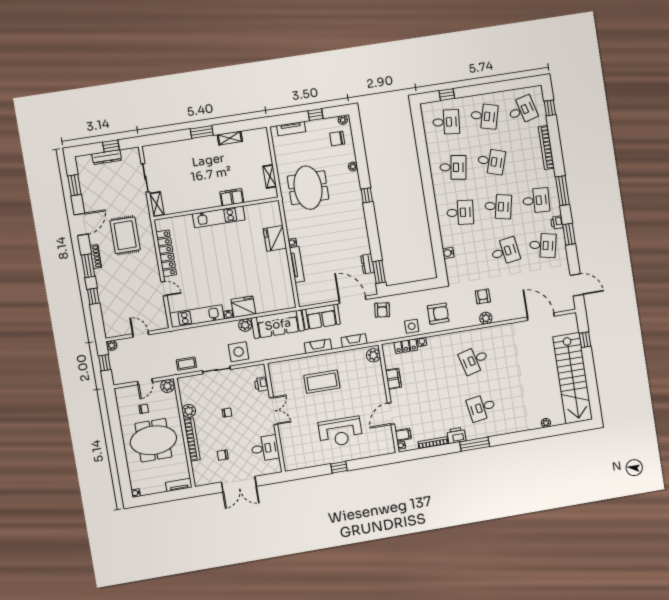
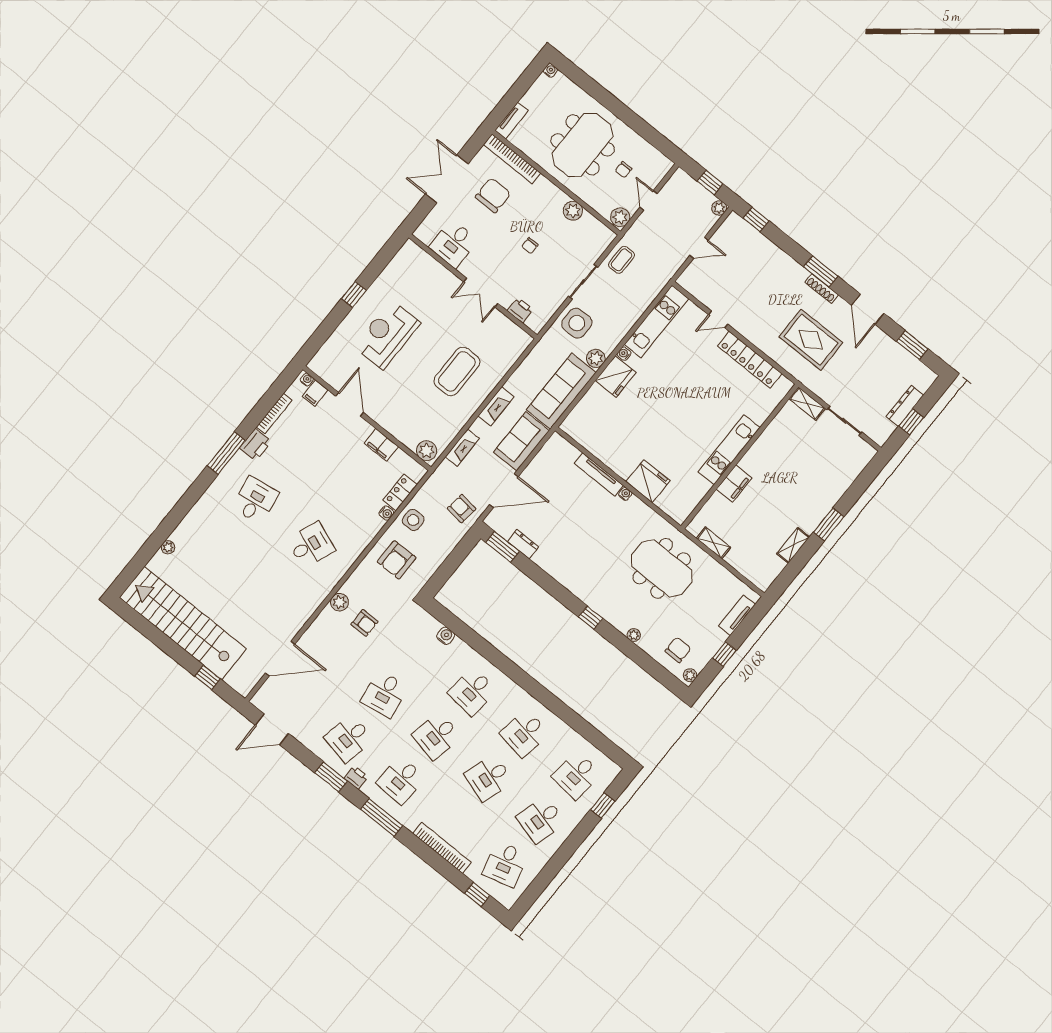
window: (93, 296) -> (756, 219), moved
desk: (474, 360) -> (311, 545), turned 36
bookcase: (192, 440) -> (512, 159), moved
chair: (223, 455) -> (493, 195), width x1.87, depth x1.87

